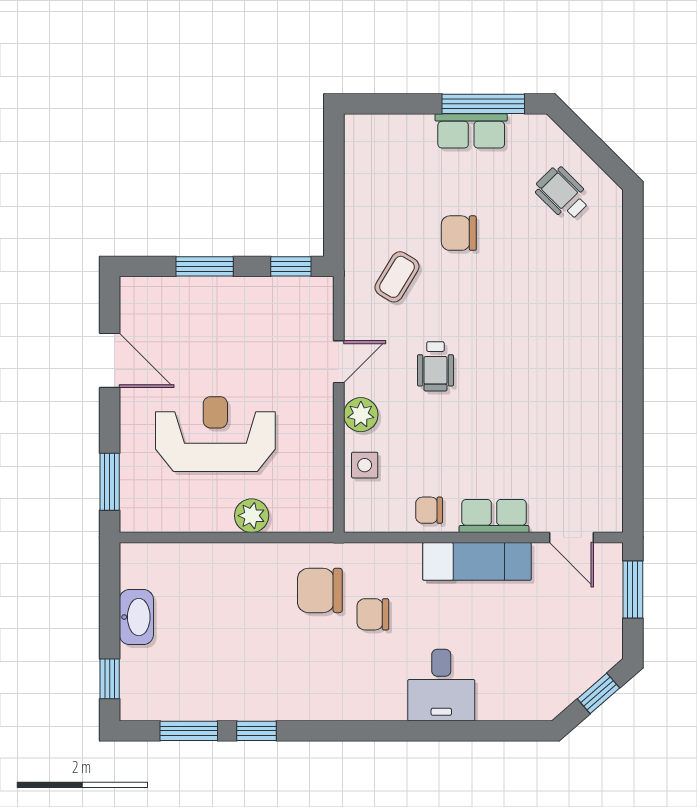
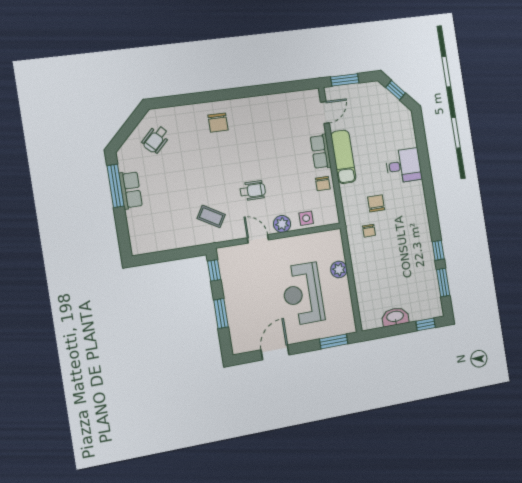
chair: (459, 233) -> (218, 123), moved
chair: (320, 590) -> (369, 231), width x0.54, depth x0.54
chair: (373, 614) -> (376, 203), turned 180

